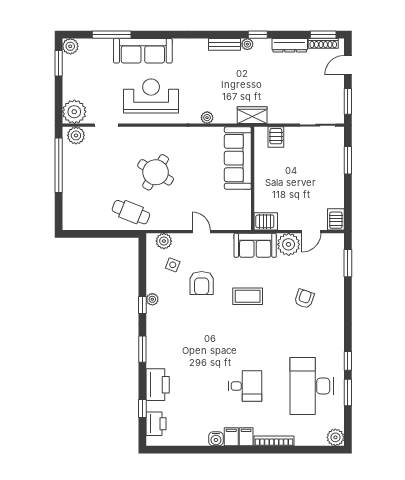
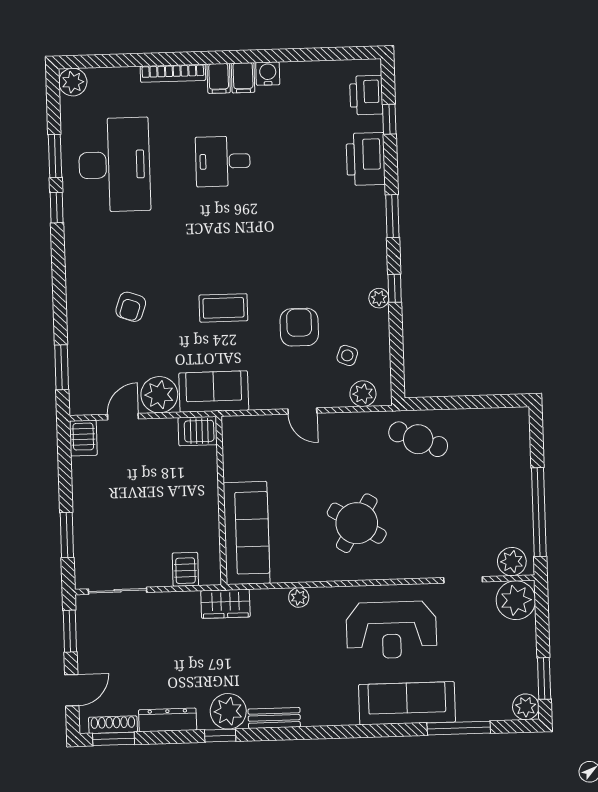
plant: (247, 44) -> (228, 711), width x1.87, depth x1.87
round table: (156, 172) -> (357, 523), moved

